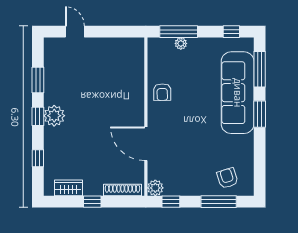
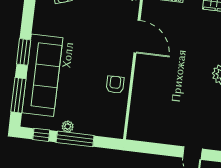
window: (179, 32) -> (75, 139), moved
plant: (181, 43) -> (68, 126), moved

